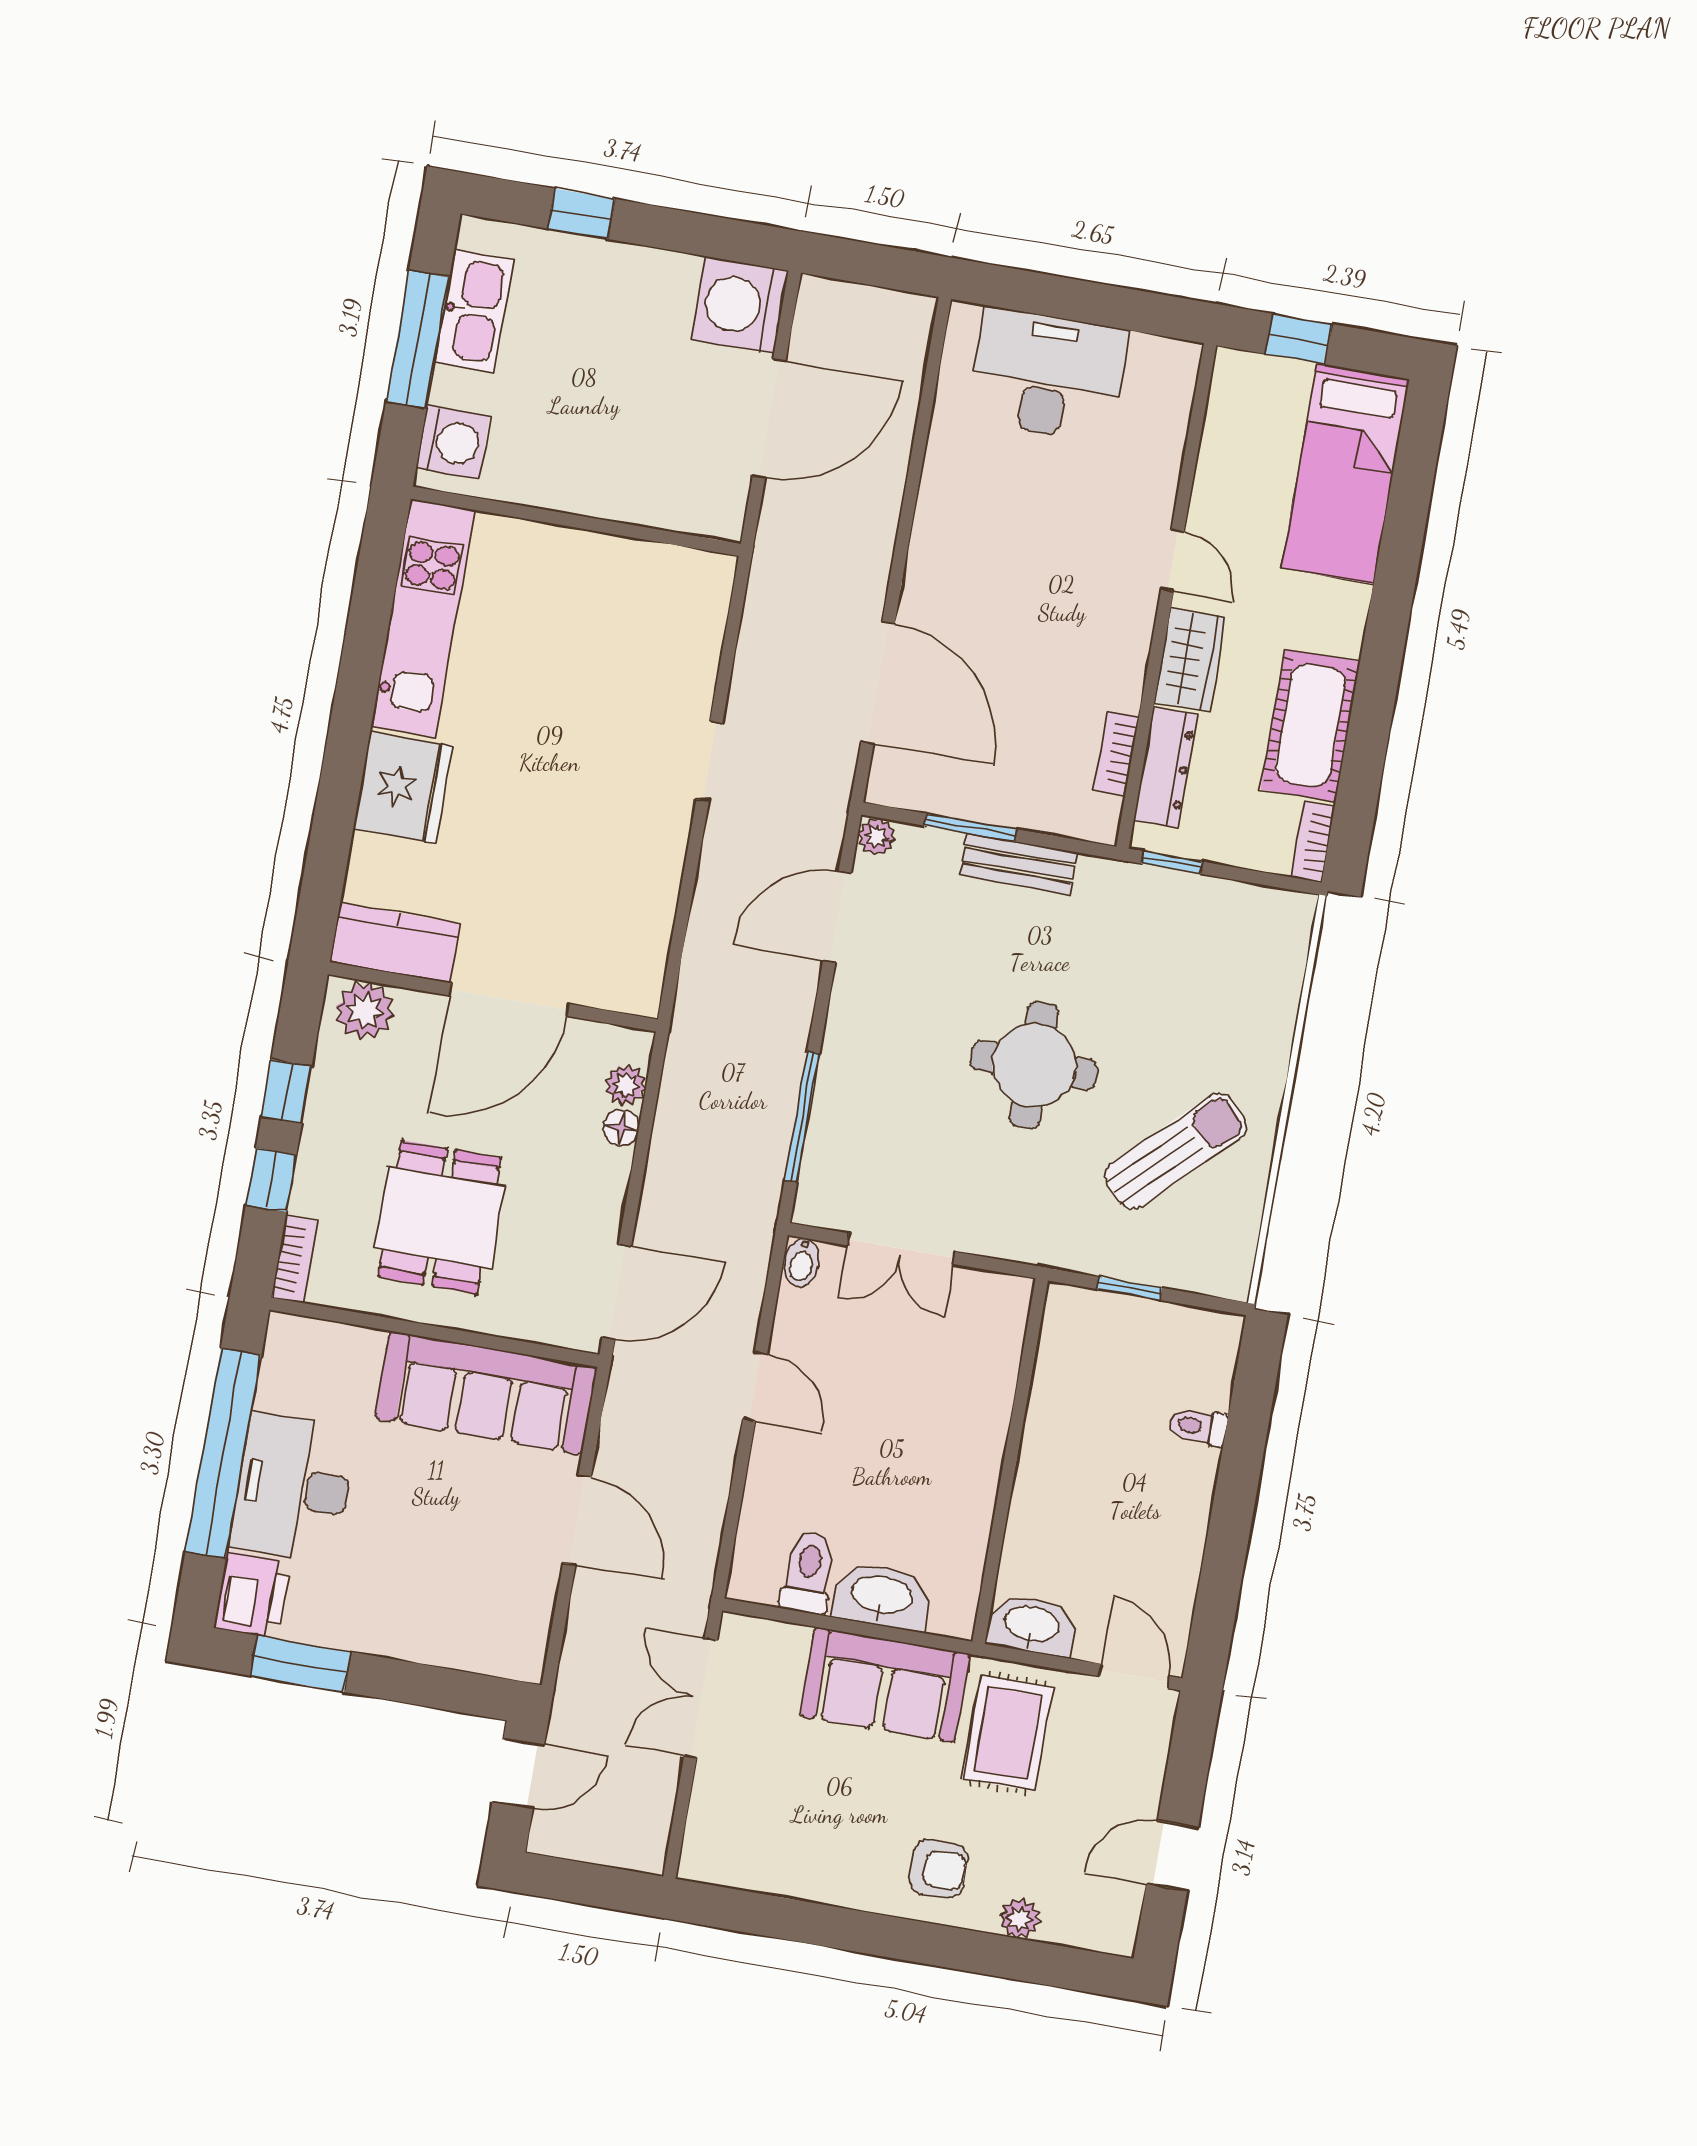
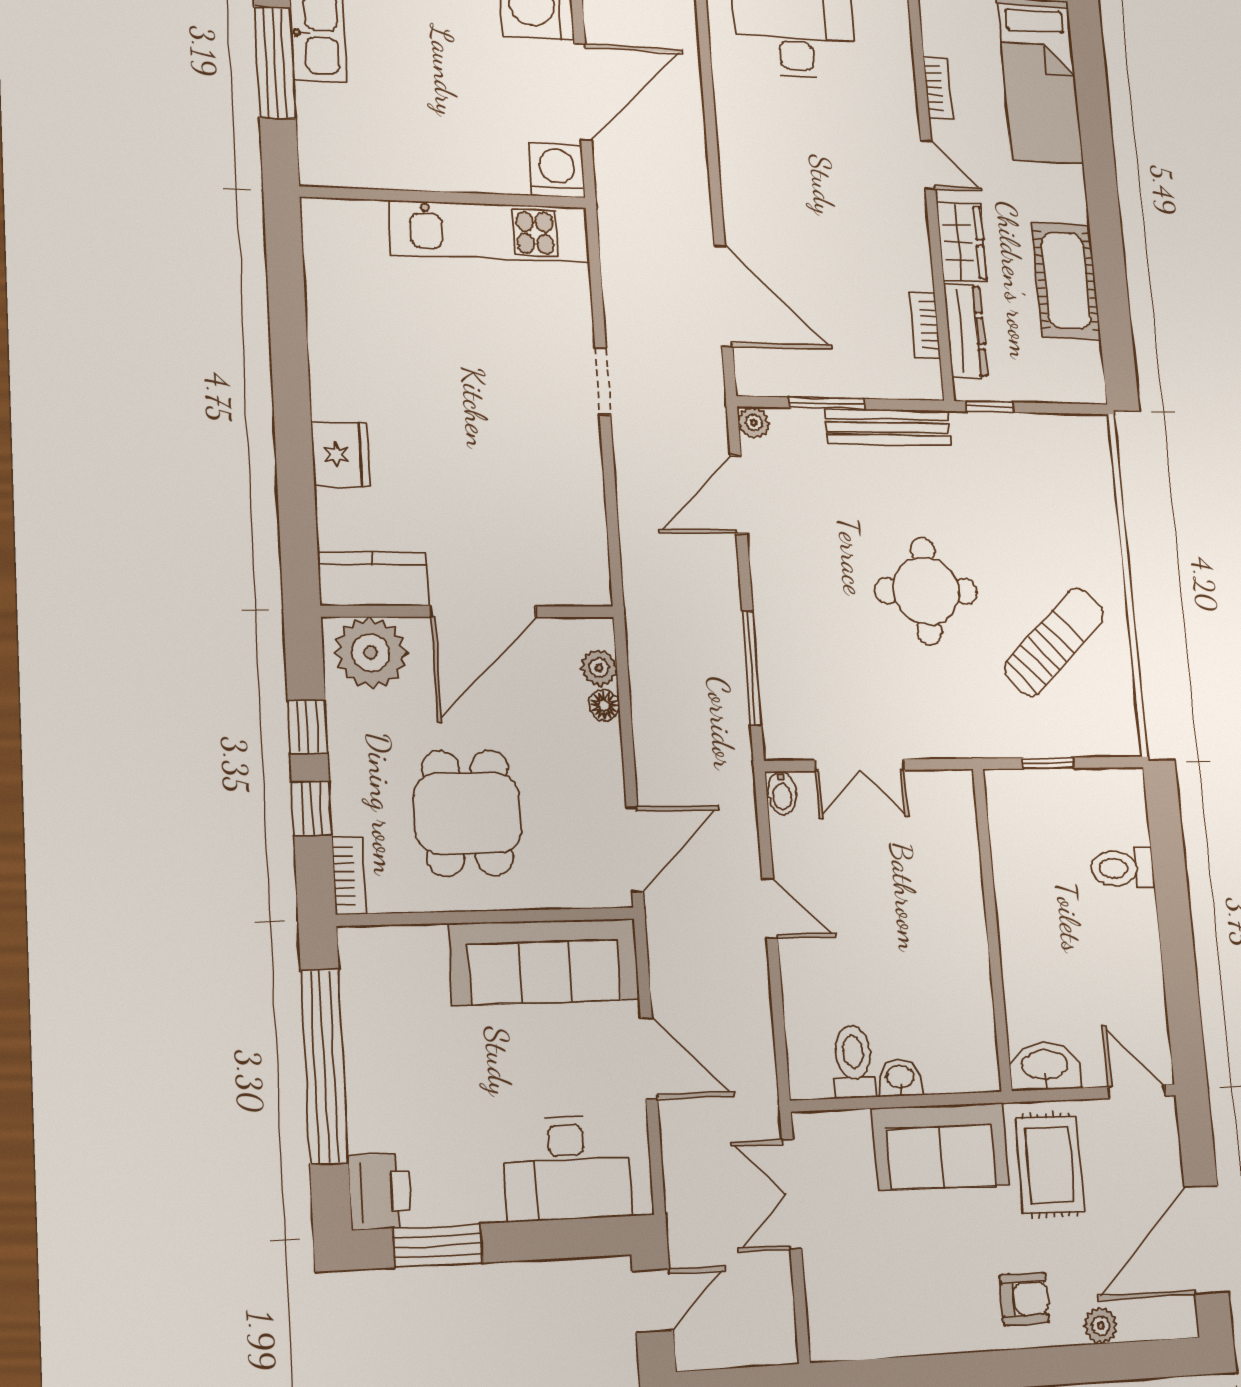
washing machine: (453, 442) -> (557, 170), moved, turned -90
kitchen unit: (423, 618) -> (490, 231), moved, turned 90
fridge: (403, 787) -> (341, 455), width x0.73, depth x0.75
bookcase: (1313, 842) -> (938, 88), moved, turned 180
bench: (1018, 864) -> (888, 427), width x1.36
plant: (365, 1011) -> (371, 652), width x1.36, depth x1.36
toilet: (1198, 1427) -> (1122, 868), width x1.37, depth x1.39
desk: (293, 1488) -> (567, 1168), moved, turned -90
washbasin: (882, 1596) -> (900, 1078), width x0.52, depth x0.69
door: (1172, 1856) -> (1206, 1240), width x1.87

